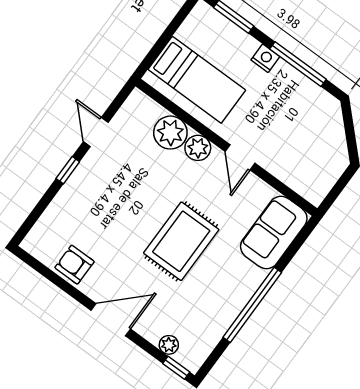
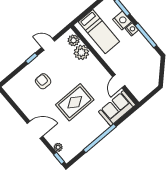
nightstand: (240, 45) -> (122, 21), added
door: (96, 132) -> (48, 44), hinge flipped
plant: (198, 148) -> (74, 40), moved
door: (240, 157) -> (119, 81), moved
armchair: (74, 265) -> (43, 81), moved

